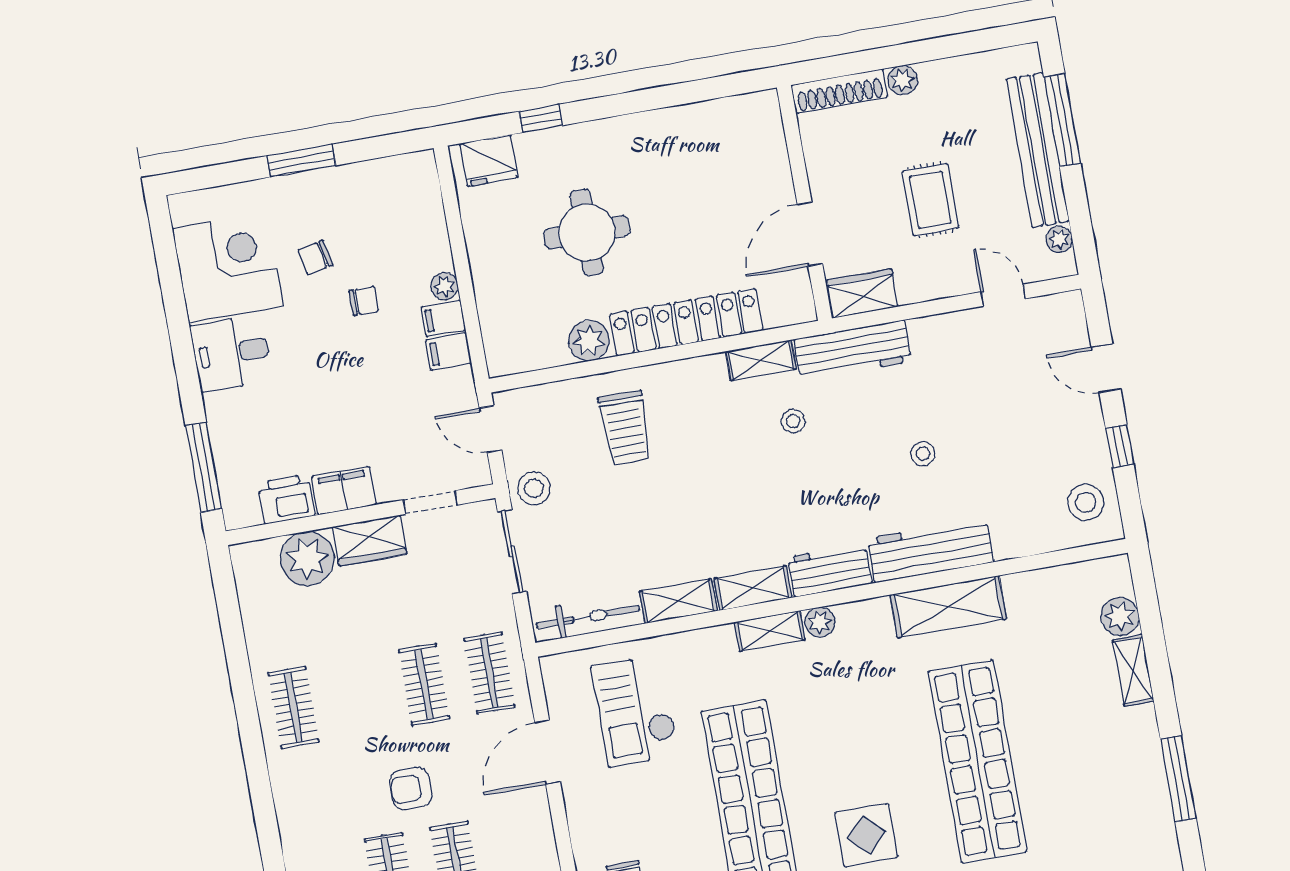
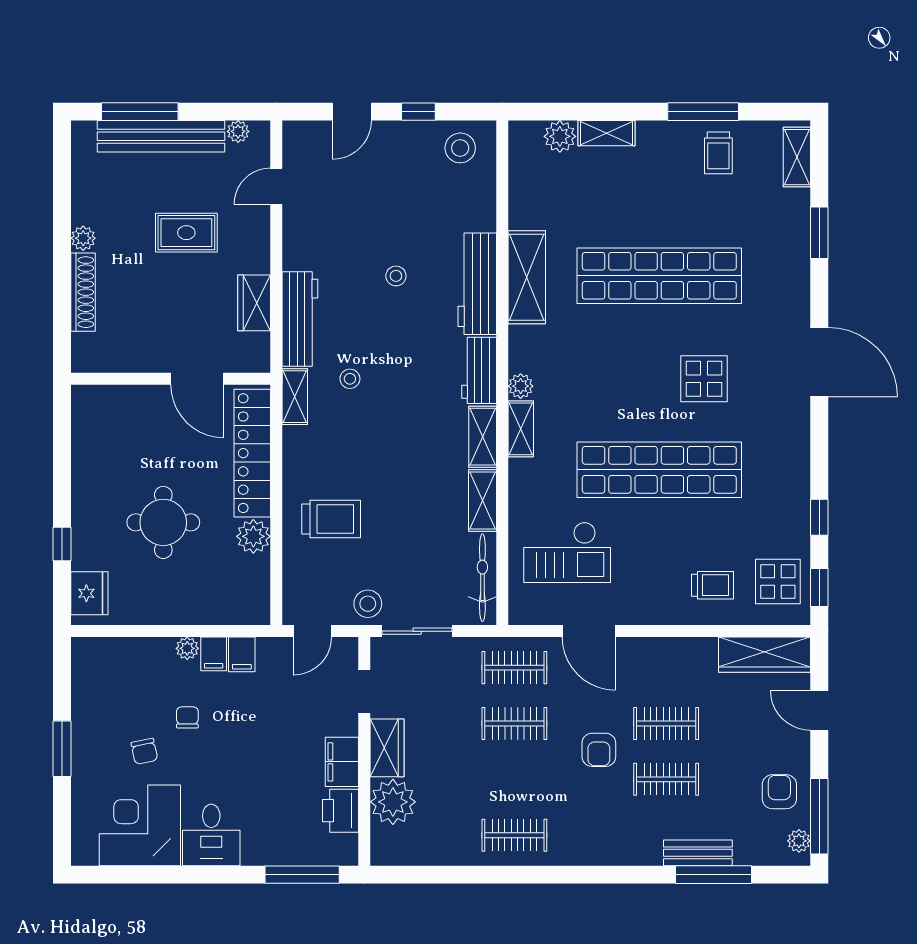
wall: (804, 203) -> (171, 379), moved
door: (810, 234) -> (197, 379), moved
trolley: (1133, 805) -> (718, 153), added

